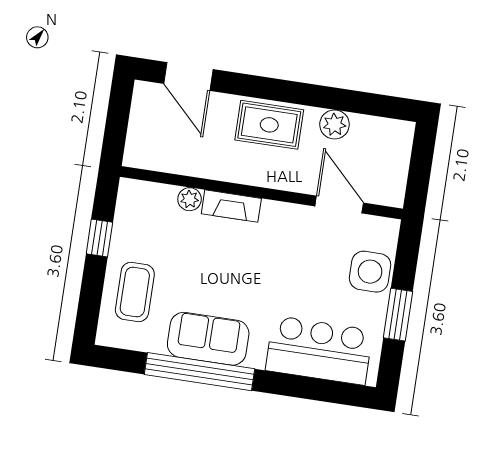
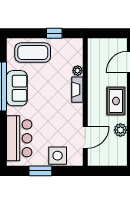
coffee table: (135, 292) -> (33, 53), width x1.36, depth x1.32

